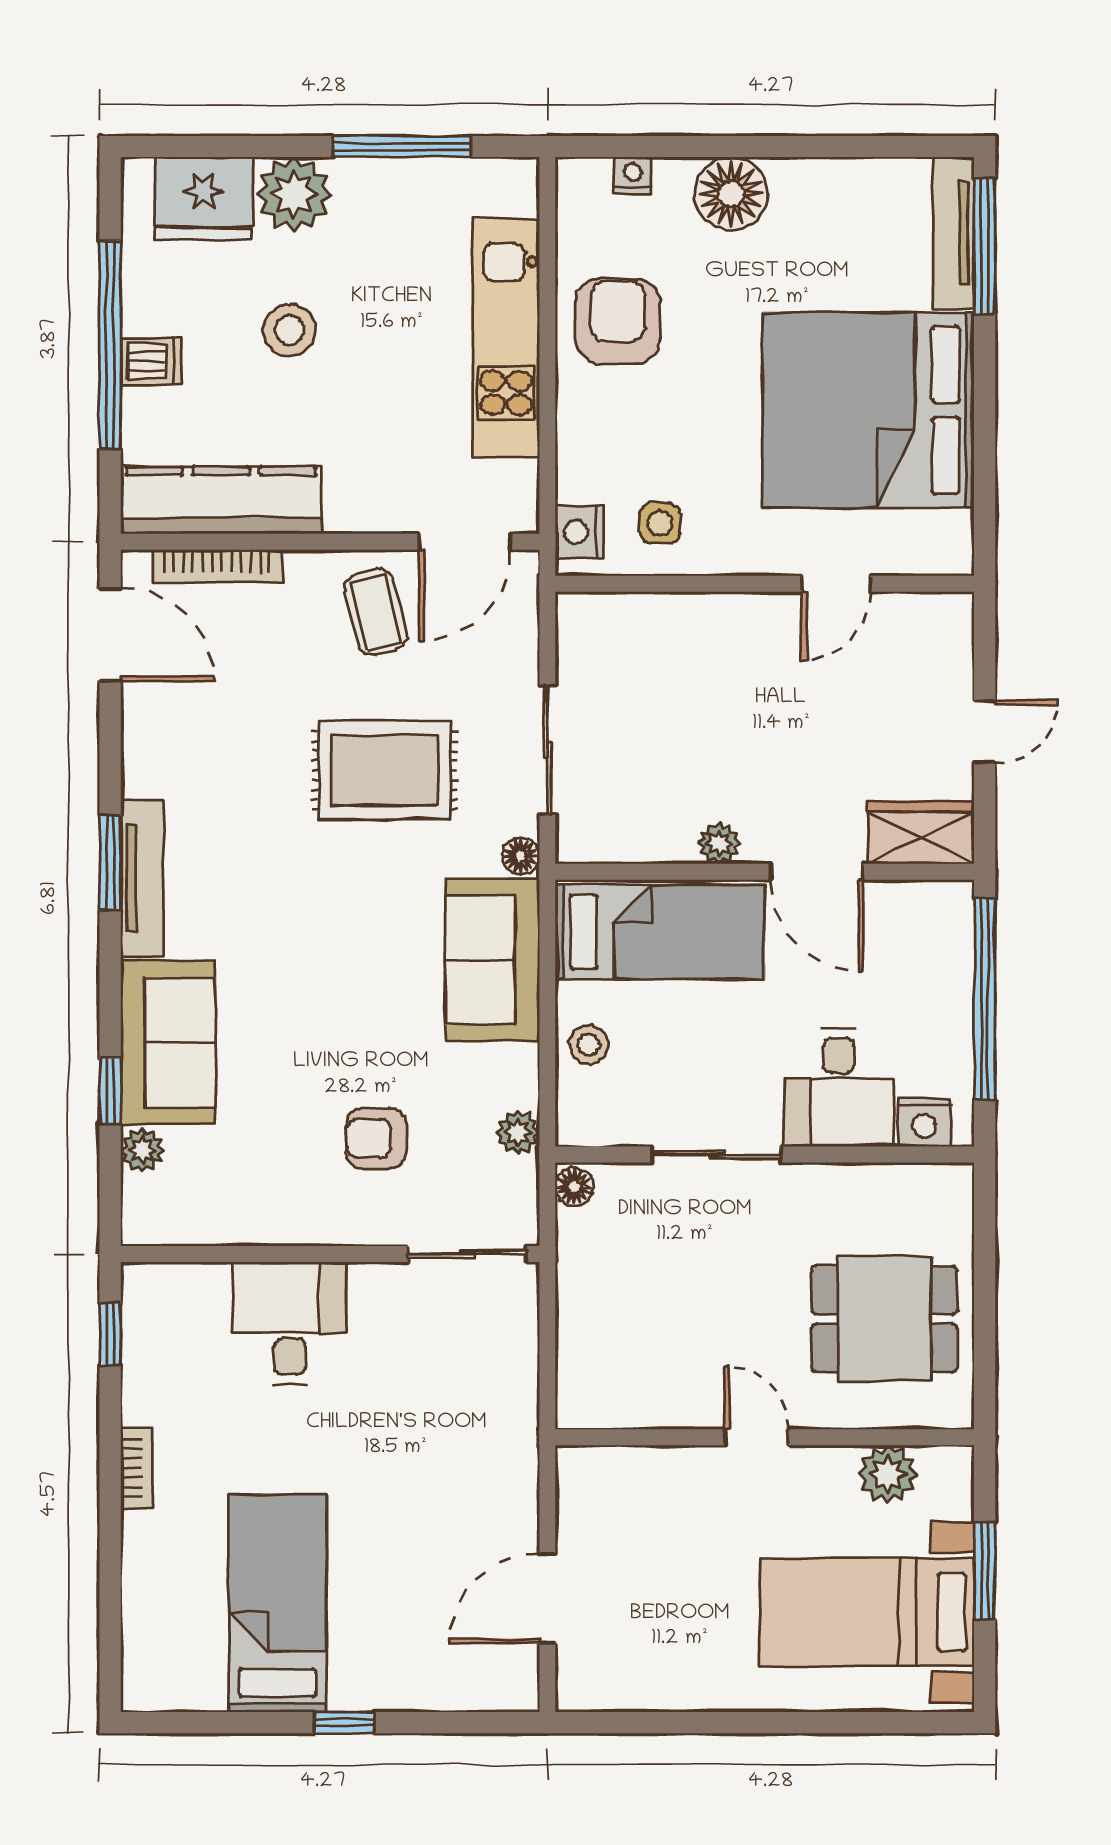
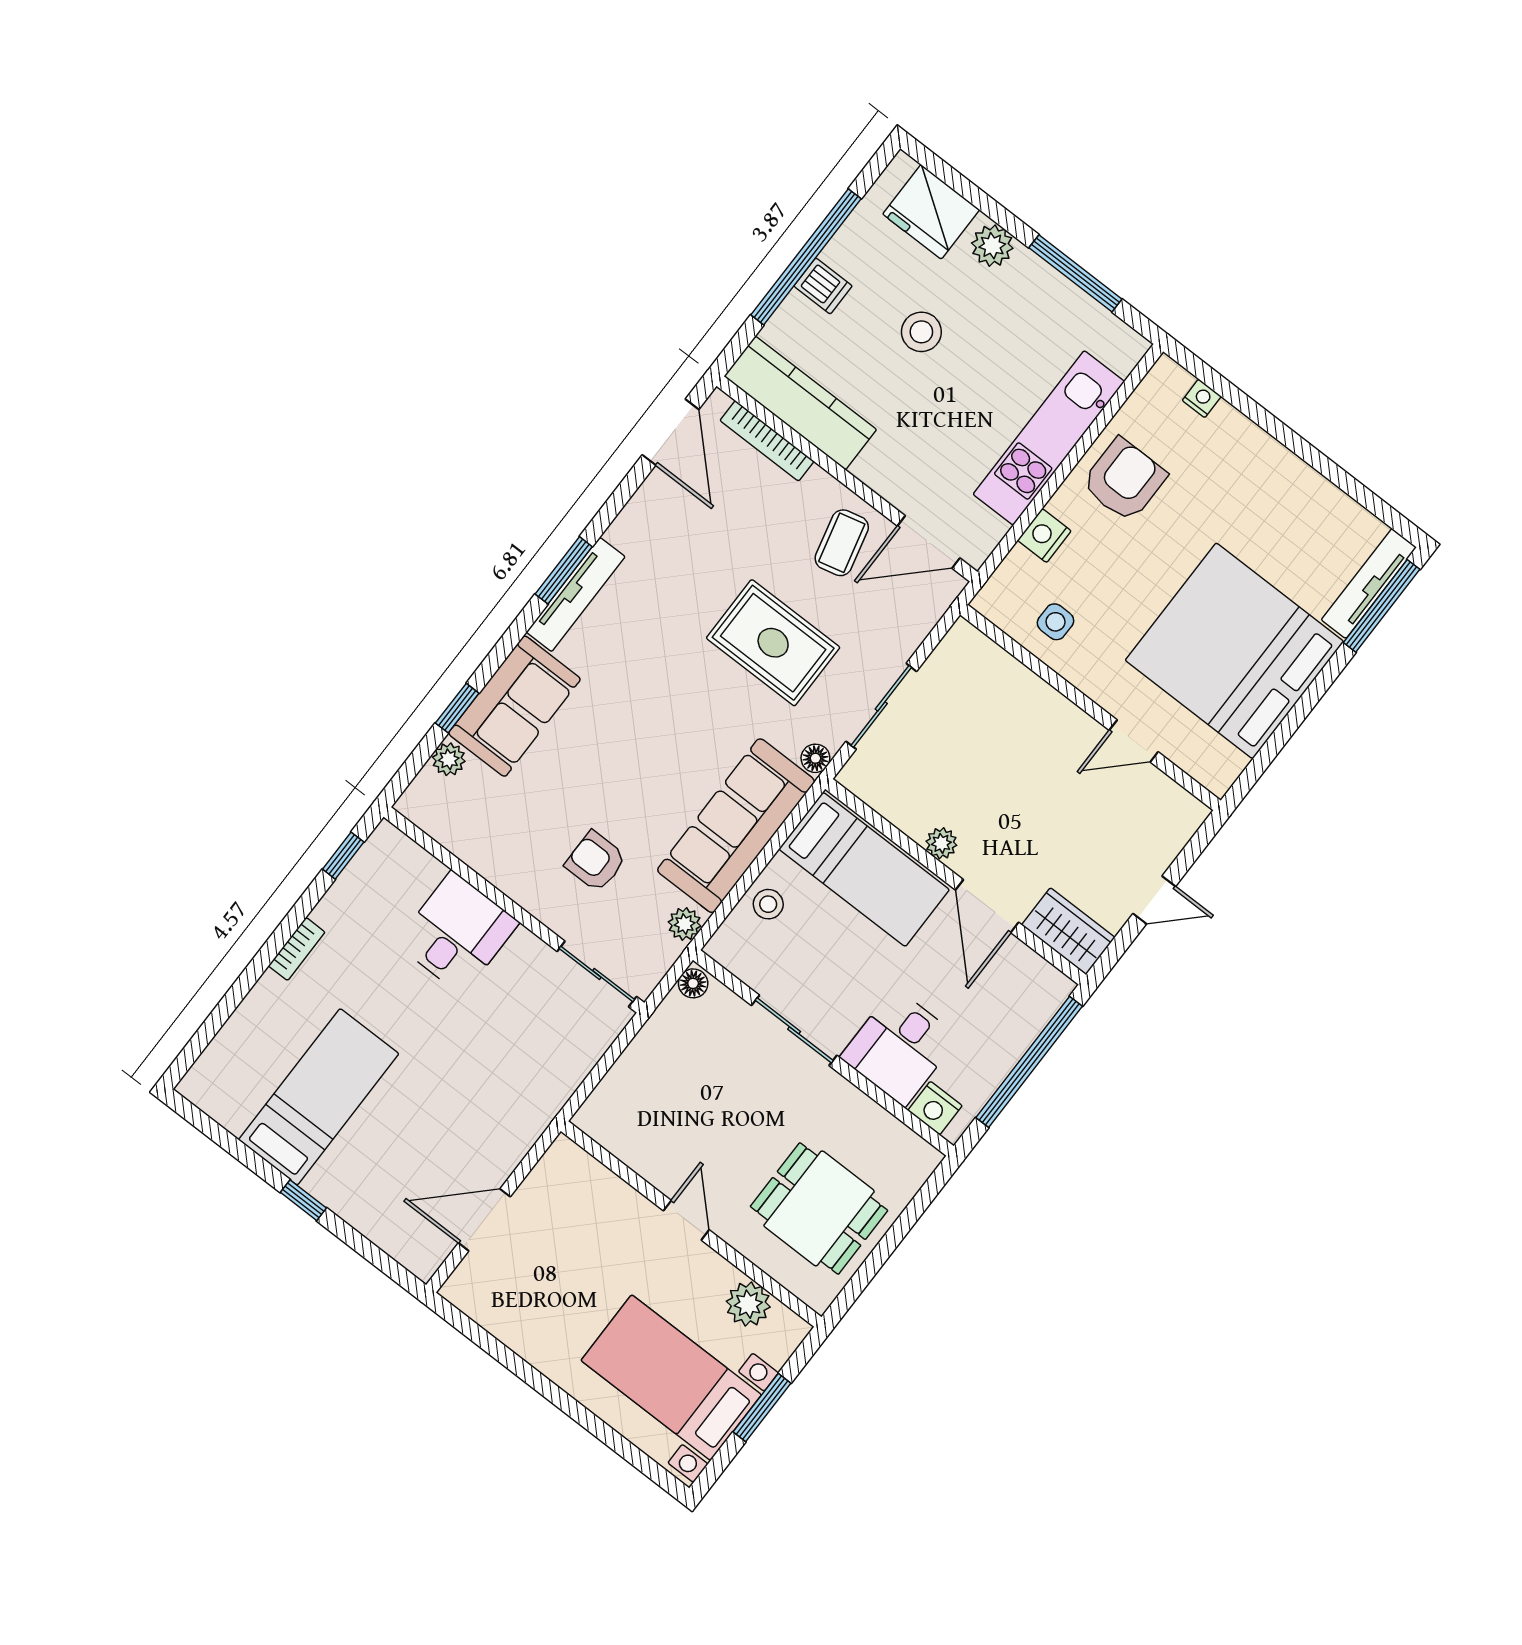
plant: (294, 194) -> (992, 246), width x0.73, depth x0.73
floor lamp: (731, 194) -> (1253, 456), removed
nightstand: (580, 532) -> (1044, 536), moved
sofa: (493, 960) -> (736, 826), width x1.36

